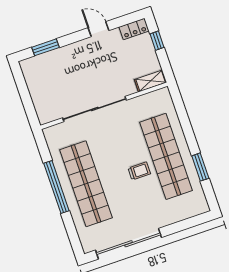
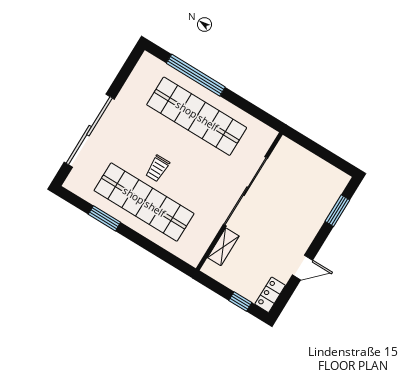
shelving: (151, 81) -> (223, 247), moved
window: (56, 187) -> (196, 75), moved
sliding door: (129, 244) -> (89, 131), moved

